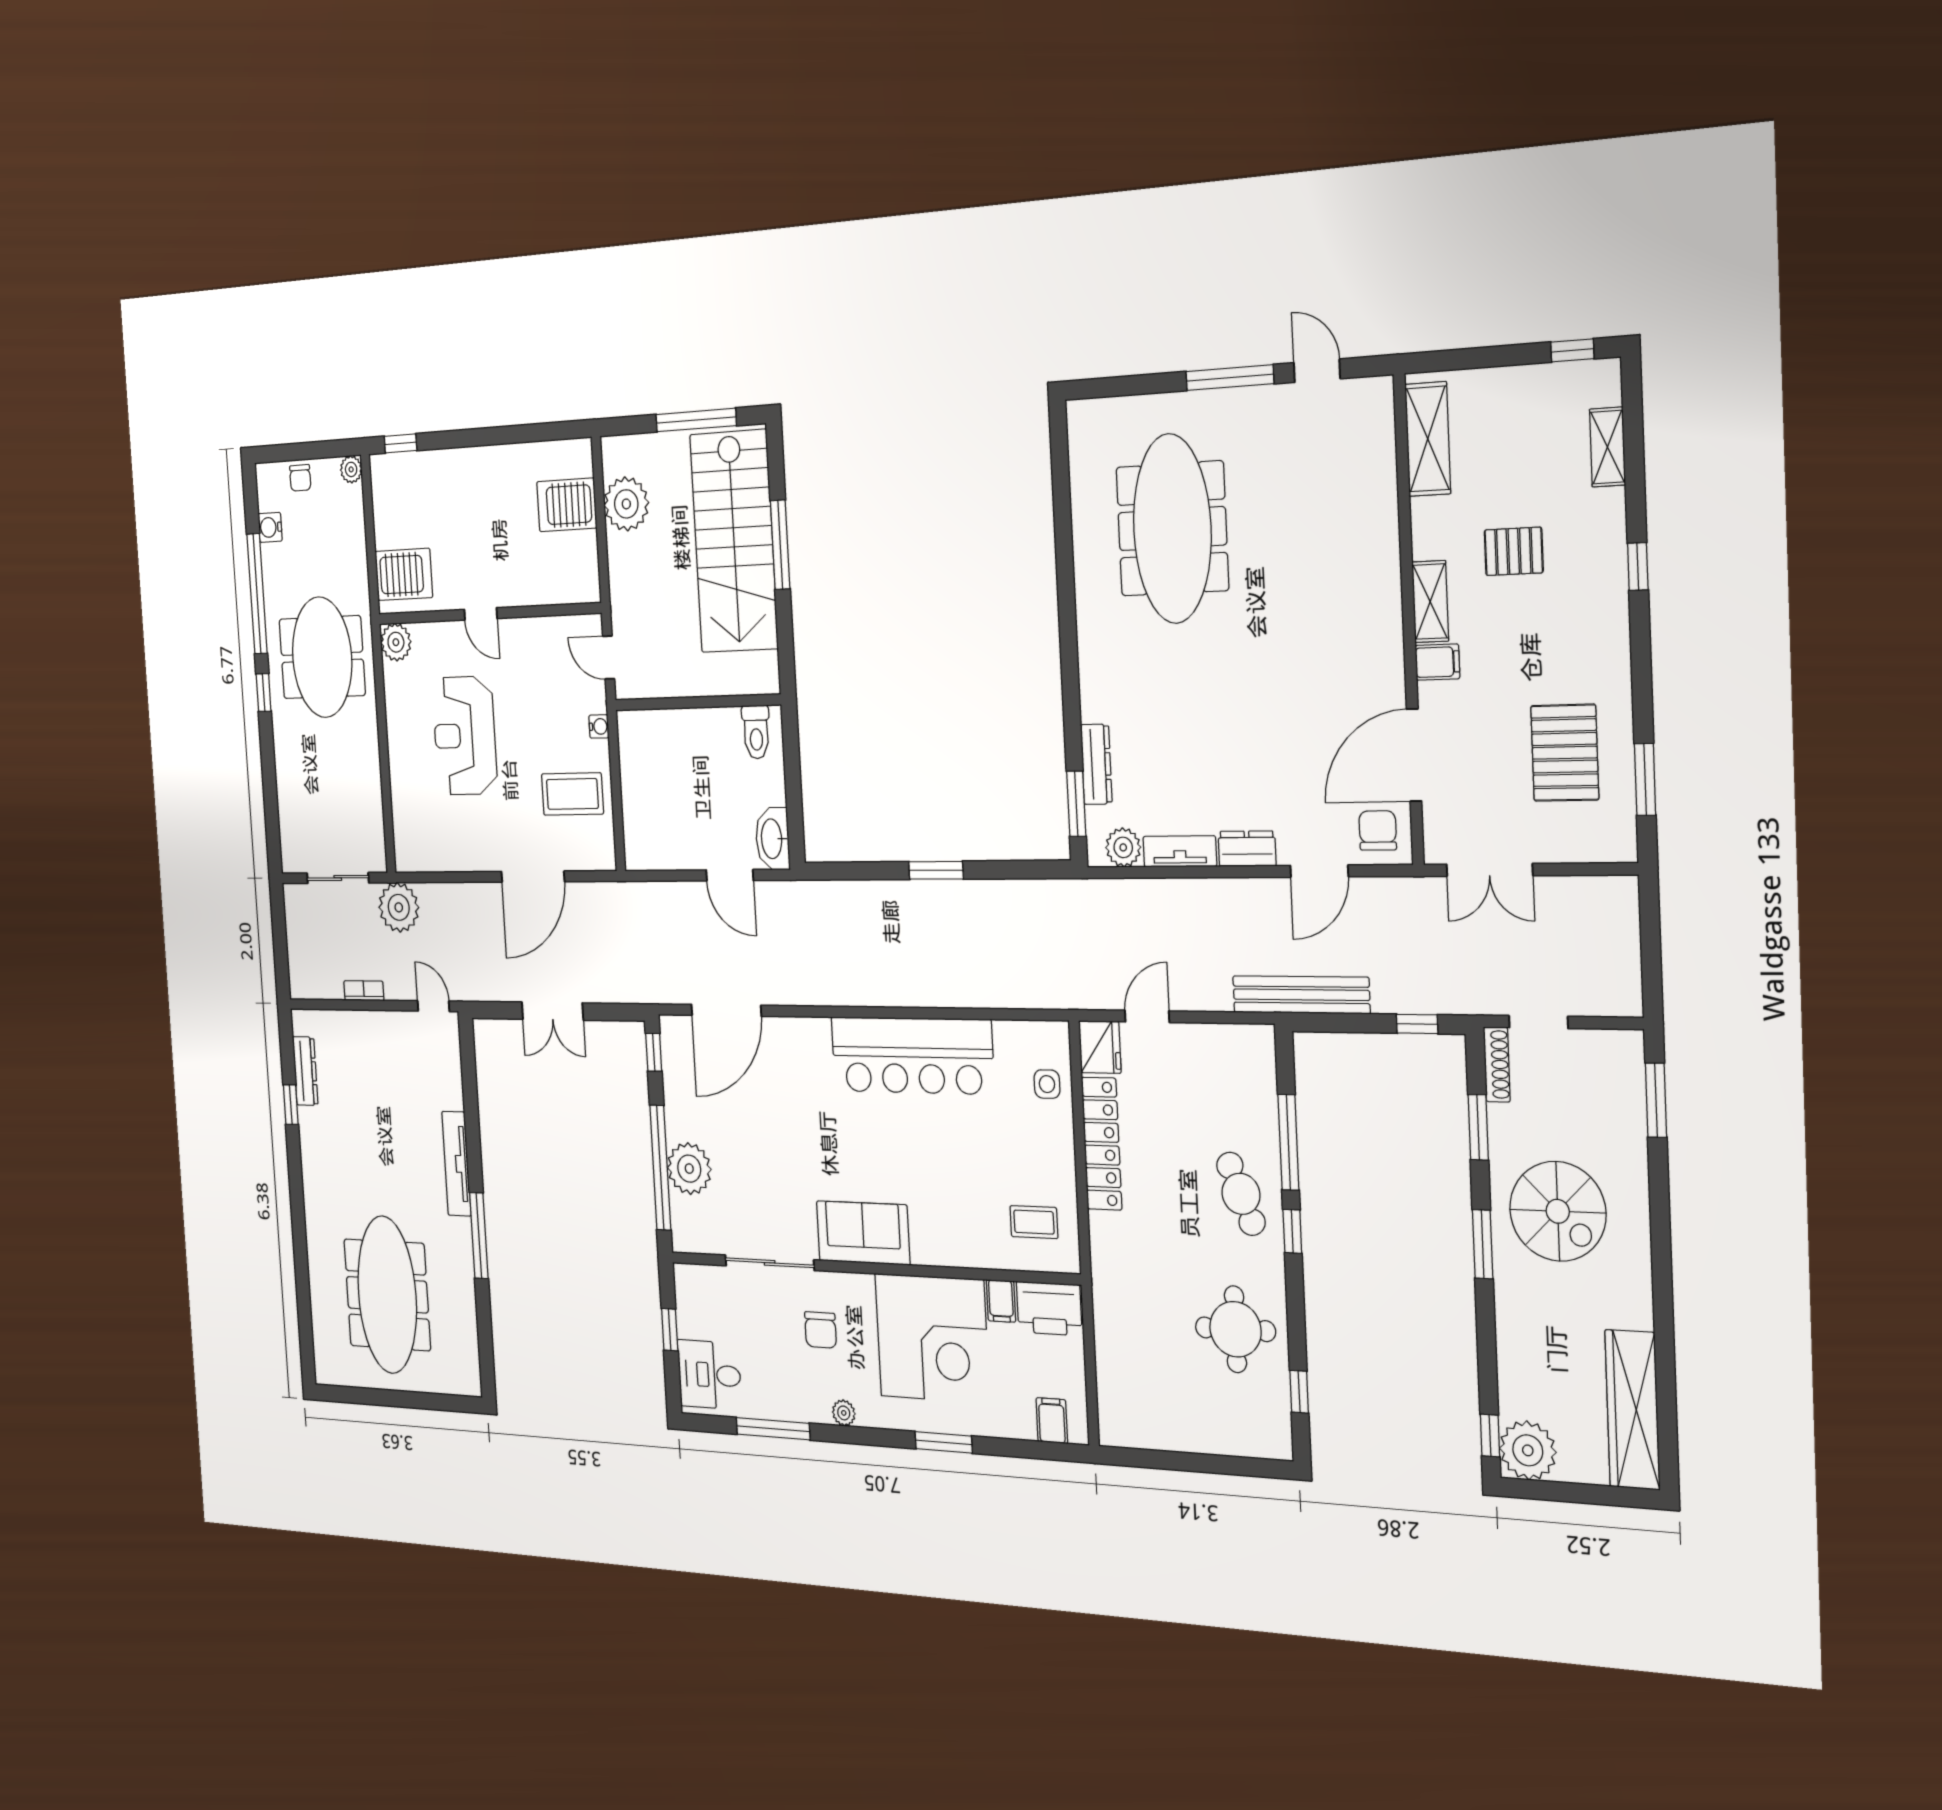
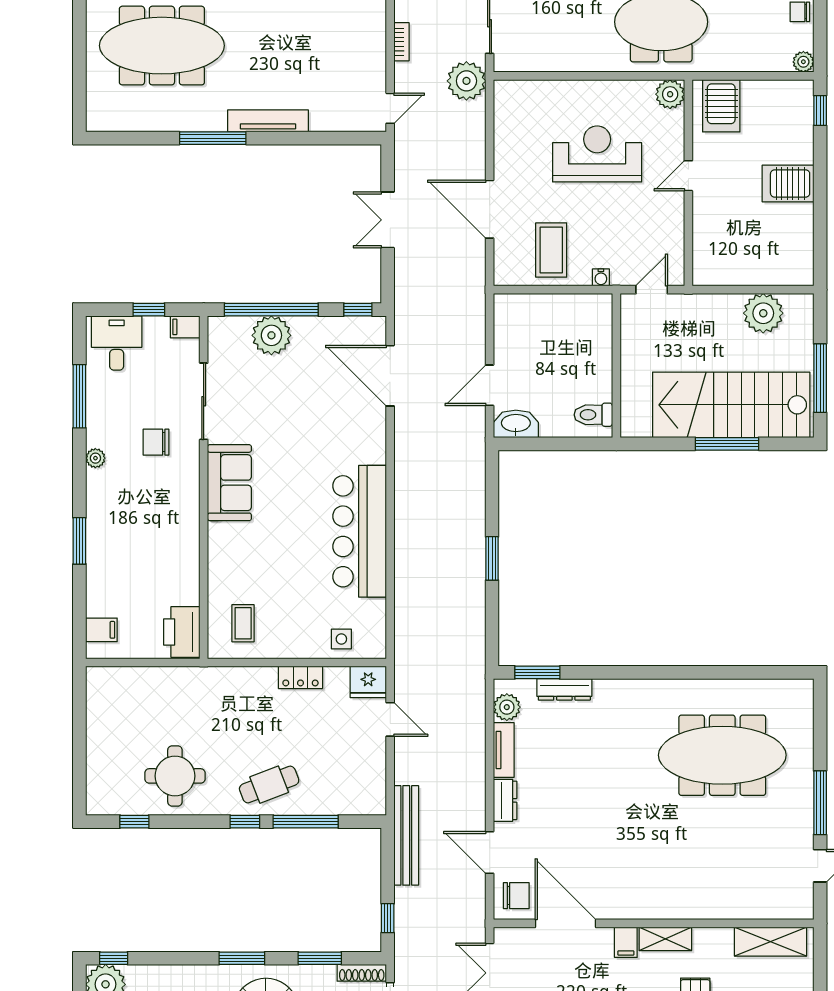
server rack: (567, 505) -> (788, 184), moved, turned -90
locker: (1102, 1144) -> (300, 677), width x0.46, depth x0.83
filing cabinet: (1001, 1301) -> (185, 327), moved
corner desk: (932, 1338) -> (155, 536), removed

